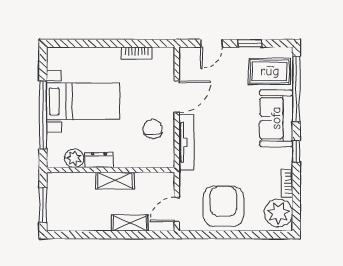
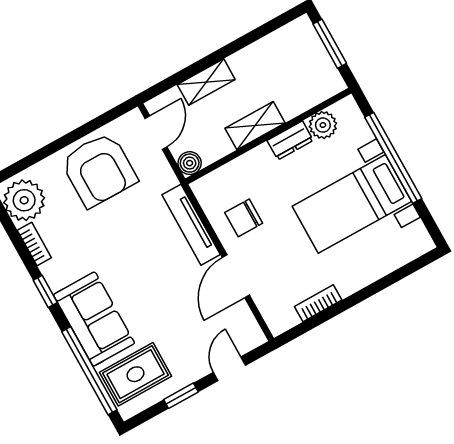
chair: (153, 129) -> (244, 218), turned 90
boiler: (167, 180) -> (190, 163), added

